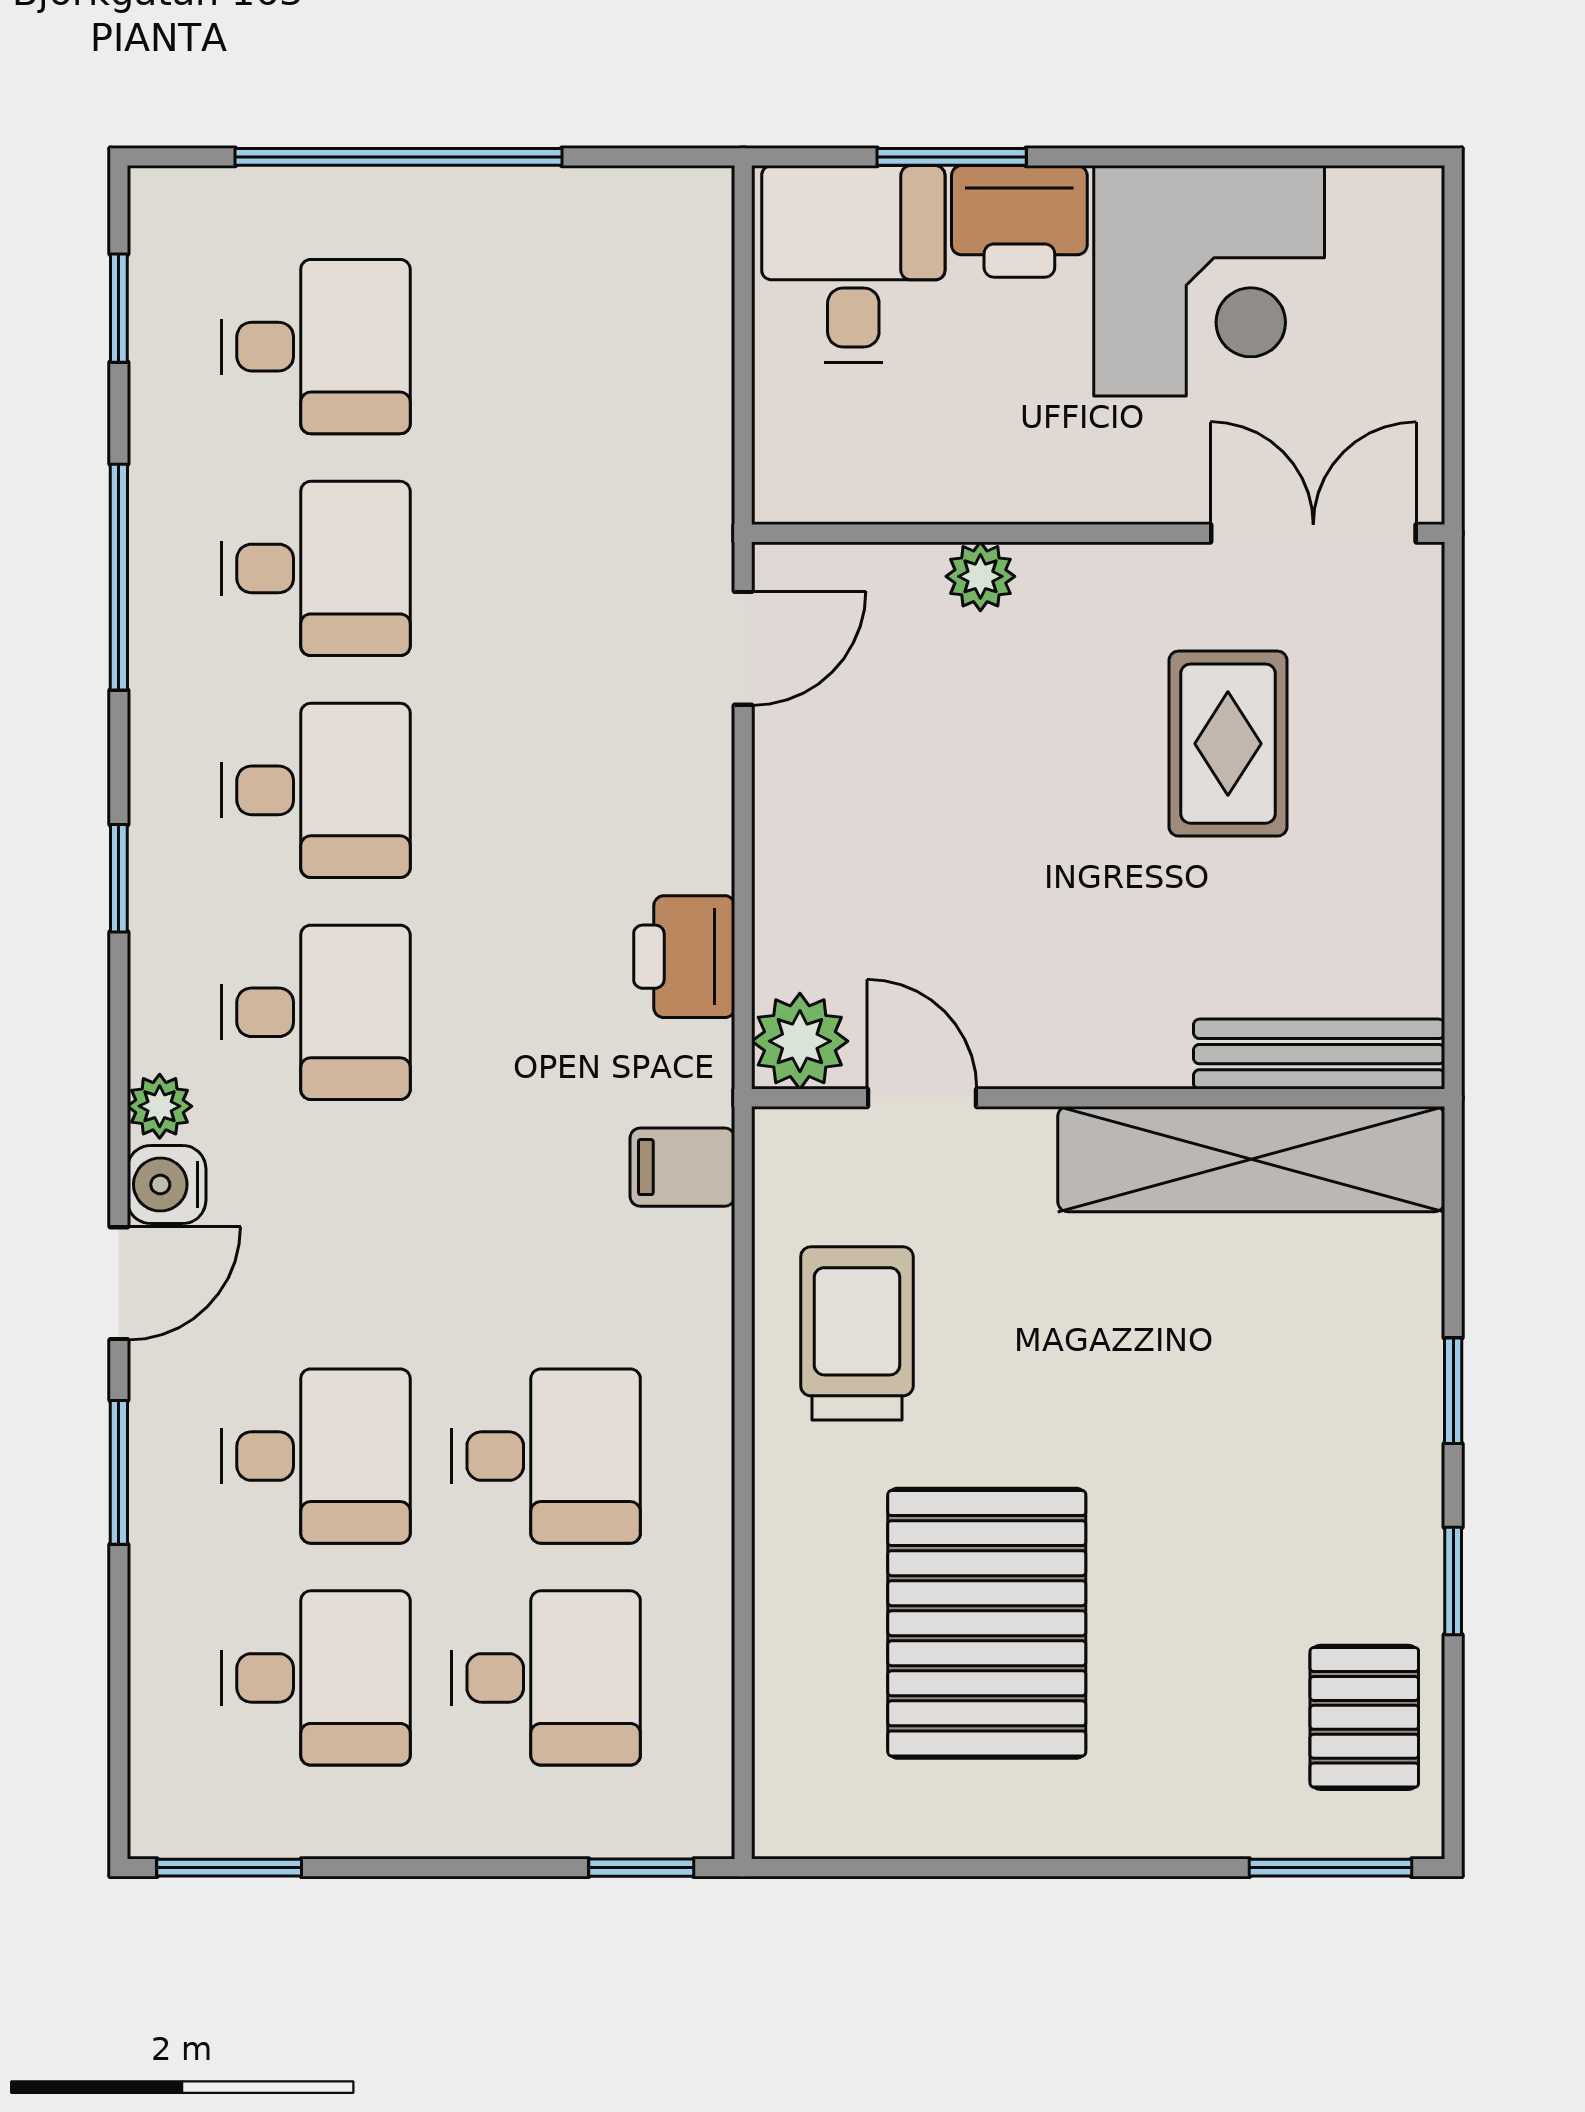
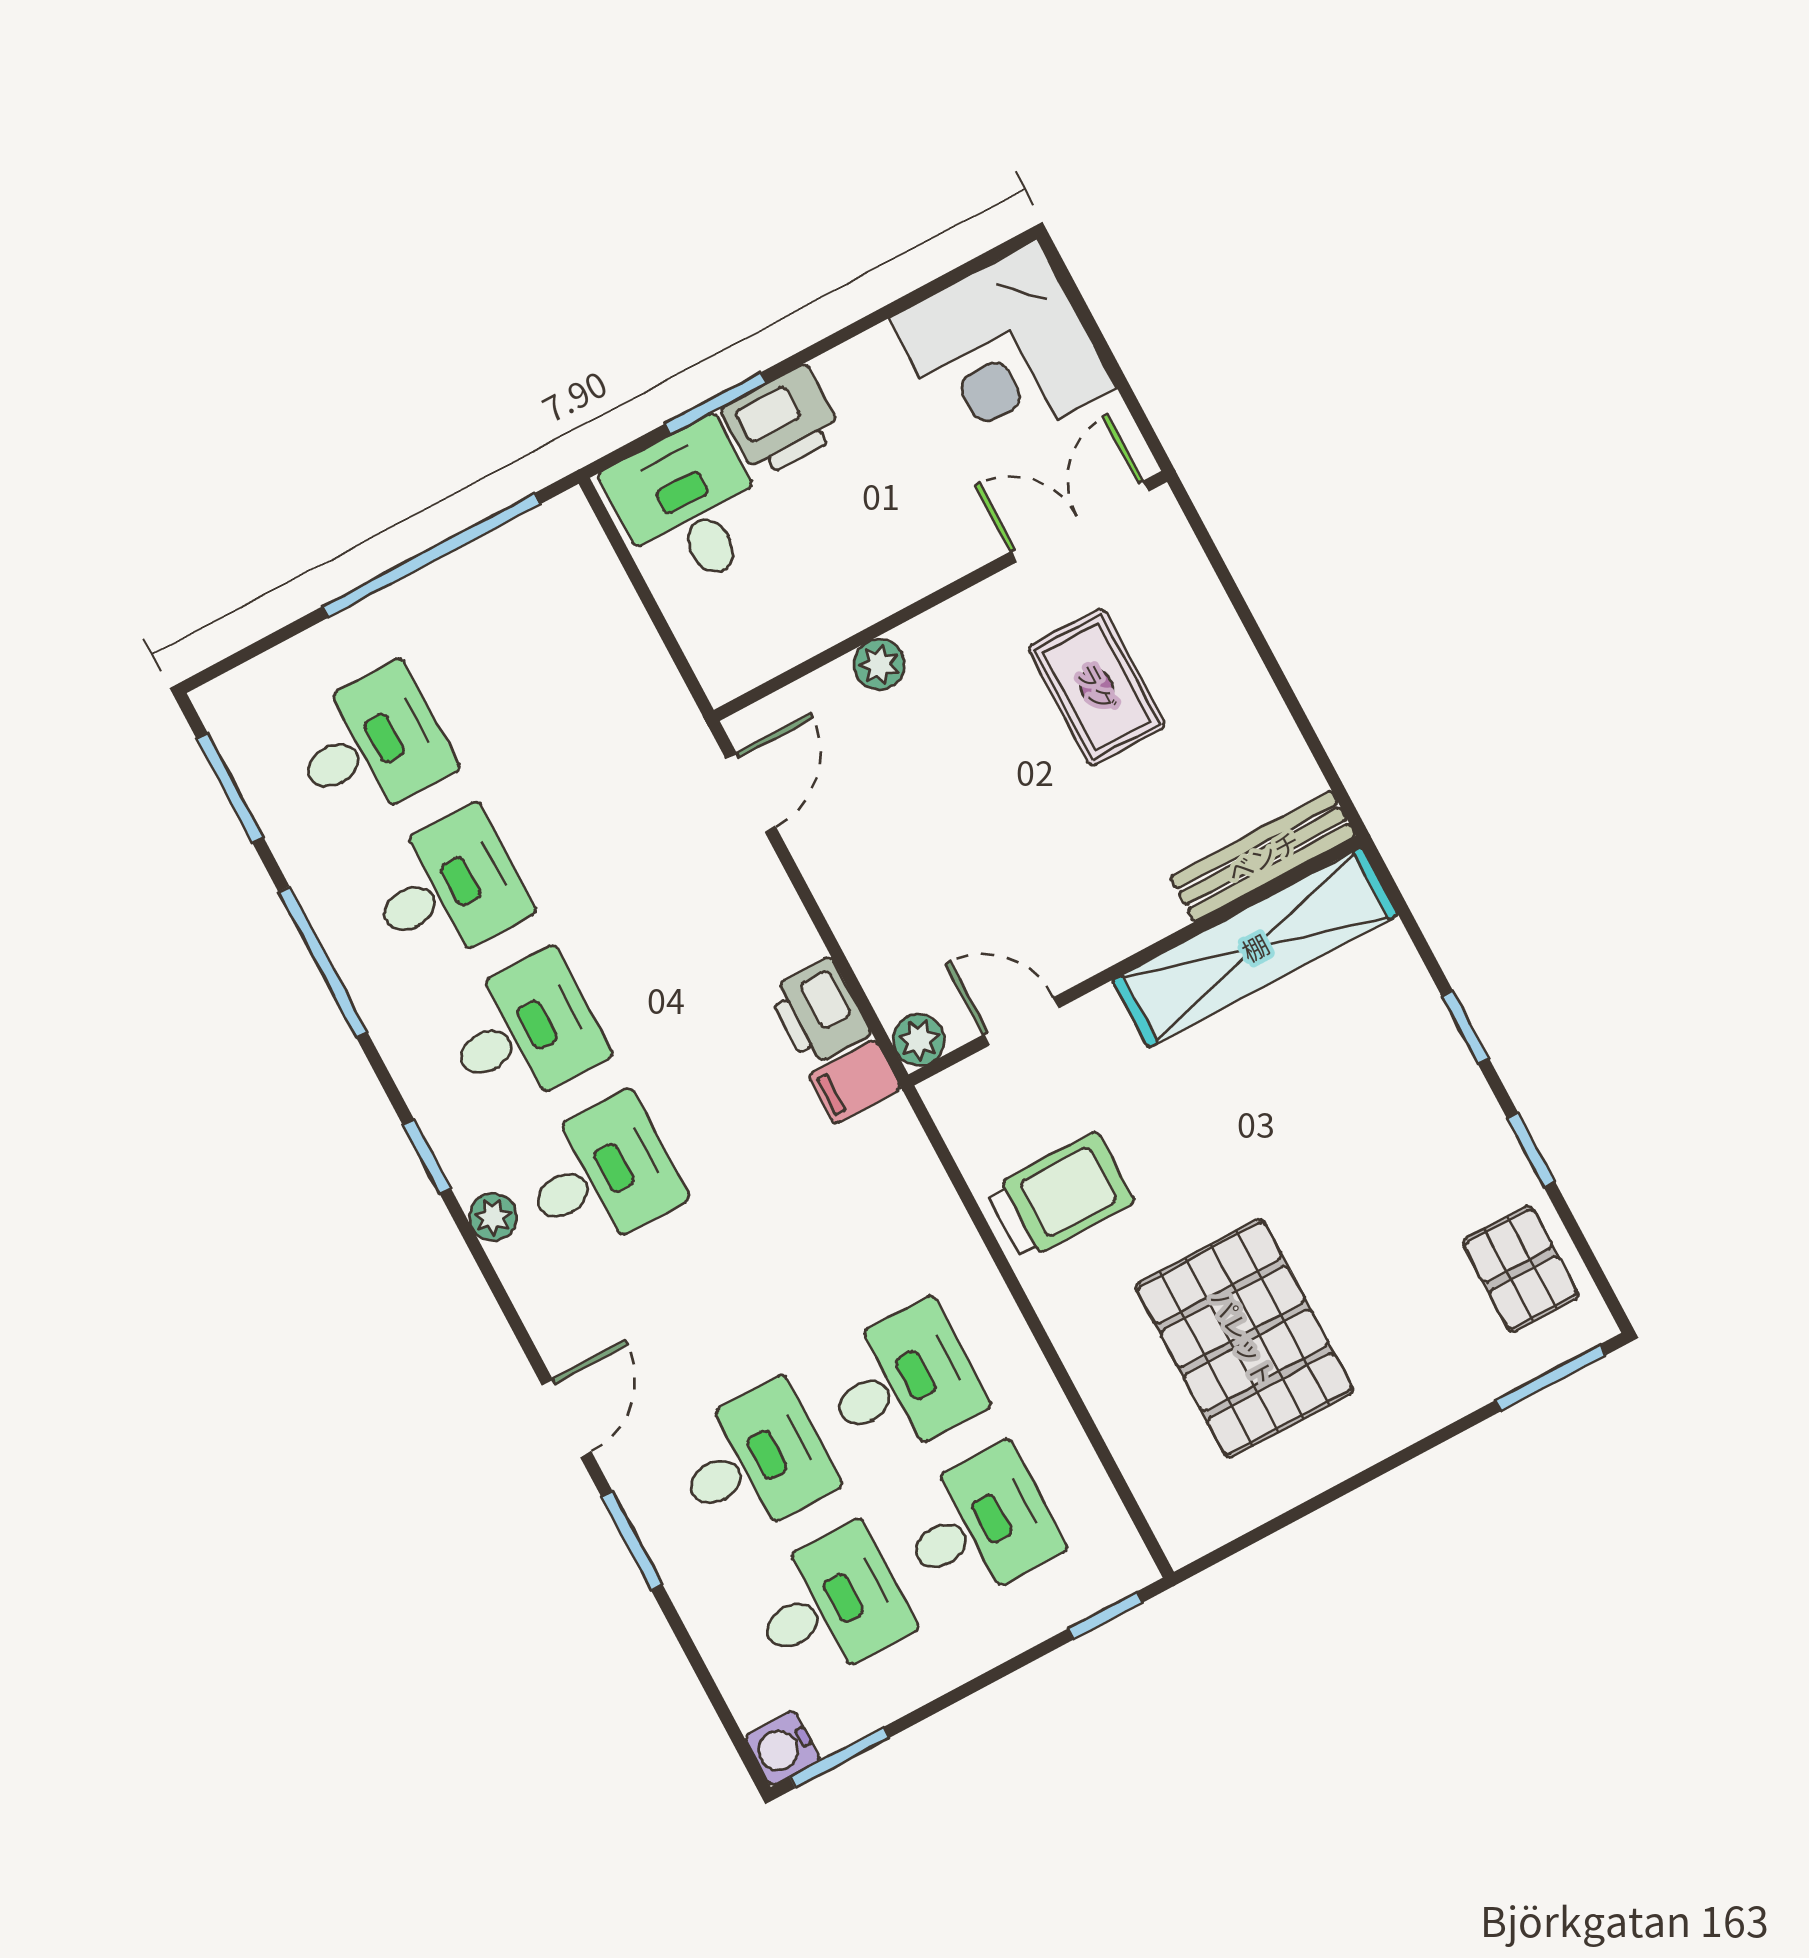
window: (399, 157) -> (431, 555), moved
corner desk: (1209, 281) -> (1003, 353), moved, turned 90
window: (119, 308) -> (230, 788), width x1.50
plant: (800, 1041) -> (919, 1040), width x0.73, depth x0.73
plant: (160, 1106) -> (493, 1217), moved
filing cabinet: (682, 1167) -> (855, 1082), moved
water cooler: (167, 1185) -> (782, 1748), moved
trolley: (857, 1333) -> (1061, 1196), turned 90

